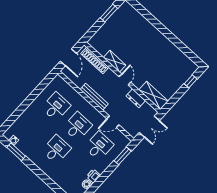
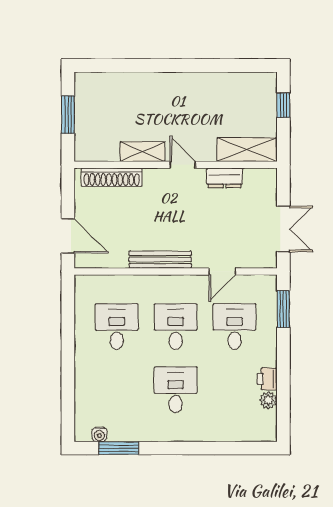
shoe rack: (95, 60) -> (112, 177), moved
shelving: (115, 61) -> (142, 152), moved
wall: (122, 77) -> (176, 165), moved
door: (125, 80) -> (183, 165), moved
shelving: (153, 95) -> (247, 150), moved
dresser: (136, 98) -> (224, 178), moved

